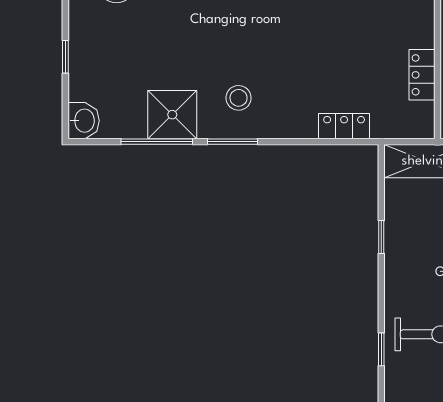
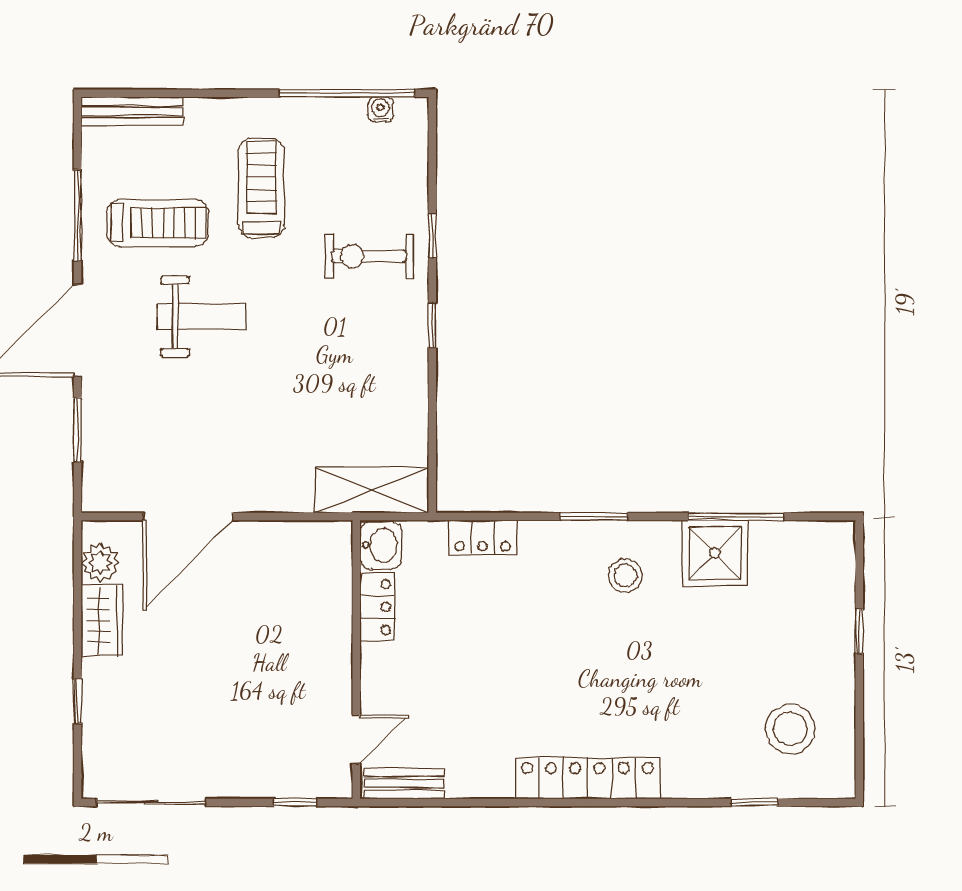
washbasin: (84, 121) -> (381, 545), moved, turned 180
window: (233, 142) -> (594, 517), moved
window: (381, 237) -> (432, 325), moved

